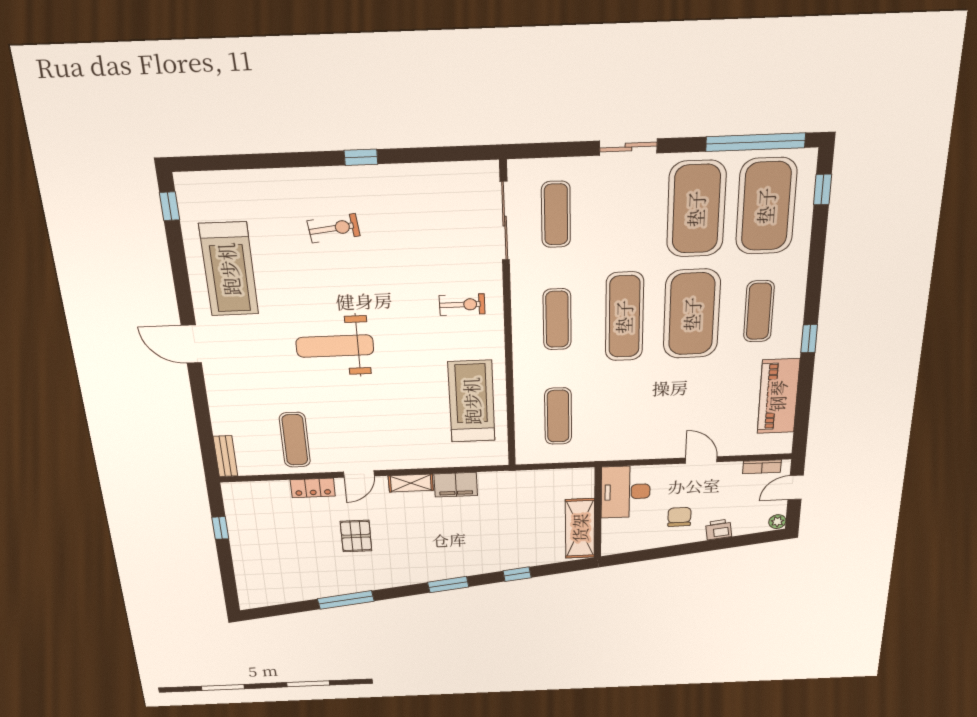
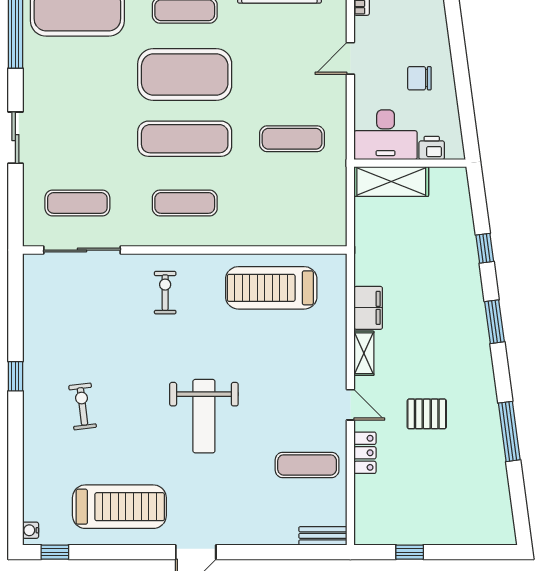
water cooler: (190, 180) -> (31, 530), added
exercise mat: (696, 209) -> (77, 74), removed
exercise mat: (558, 416) -> (292, 139), moved
shelving: (580, 528) -> (391, 181), moved
printer: (719, 529) -> (432, 148), moved, turned 98

